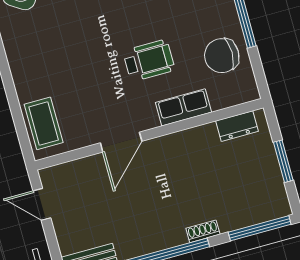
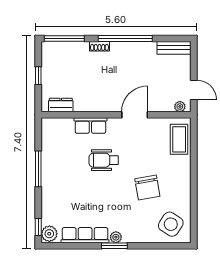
chair: (222, 56) -> (147, 188), moved, turned 80
window: (283, 161) -> (38, 76), width x0.67
plant: (56, 173) -> (180, 107), added

